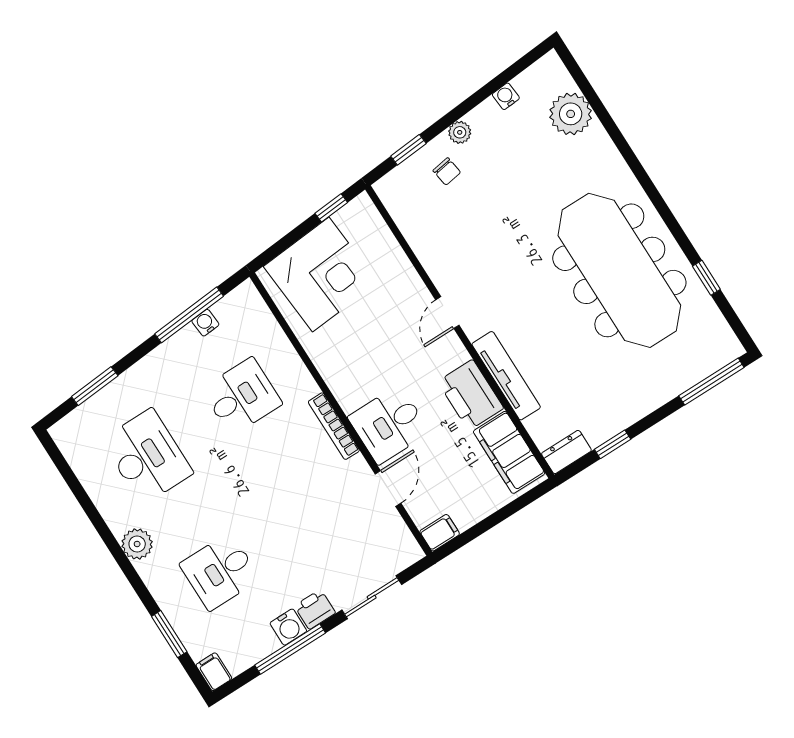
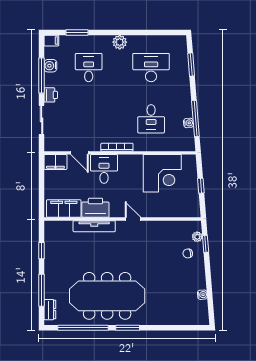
plant: (571, 114) -> (180, 315), removed
plant: (460, 132) -> (197, 237), moved
window: (654, 195) -> (128, 328), added
window: (331, 208) -> (201, 186), moved
corner desk: (321, 274) -> (162, 173), moved, turned -85
window: (706, 278) -> (83, 328), width x3.17
window: (711, 382) -> (42, 290), moved
dresser: (566, 452) -> (50, 310), moved
desk: (147, 457) -> (151, 68), turned 180
filing cabinet: (440, 533) -> (55, 162), width x2.00
water cooler: (288, 627) -> (50, 66), moved

